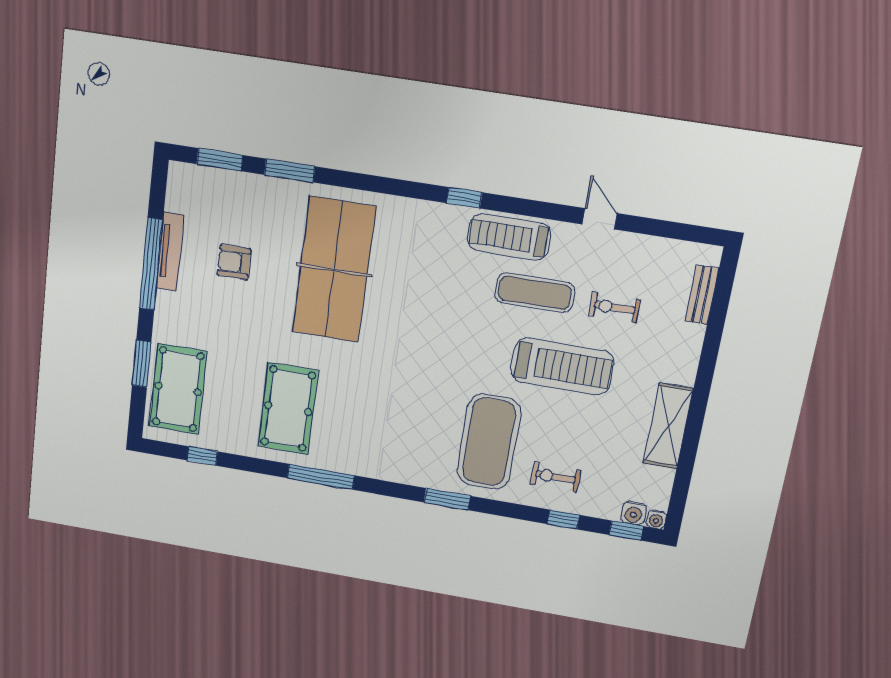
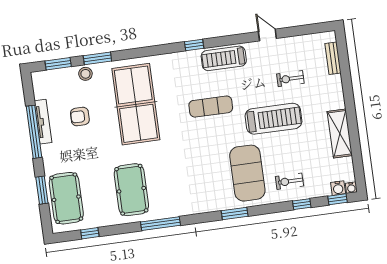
stool: (262, 192) -> (85, 74), added
exercise mat: (535, 293) -> (211, 107), moved

